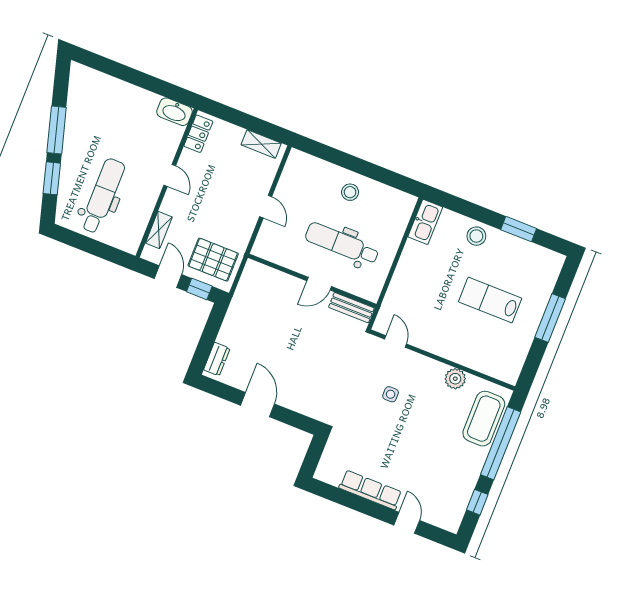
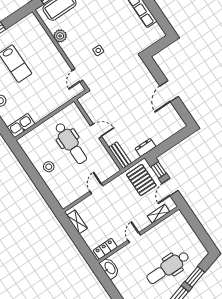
dental chair: (103, 196) -> (168, 268), moved
bench: (351, 308) -> (120, 155), moved
dresser: (217, 359) -> (145, 148), moved

